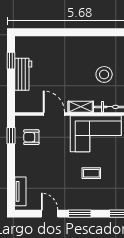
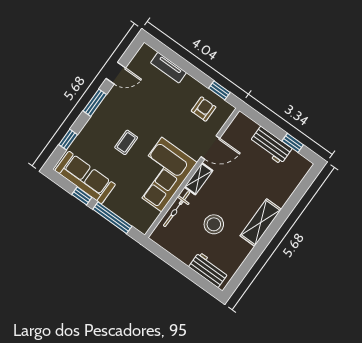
shelving: (80, 44) -> (261, 223), added
tv unit: (20, 191) -> (168, 68), moved

